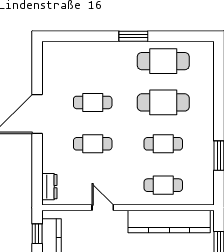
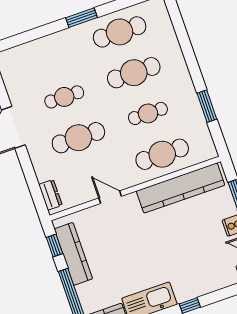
cafe table: (93, 144) -> (78, 138), width x1.37, depth x1.35
cafe table: (163, 185) -> (162, 154), width x1.37, depth x1.35

